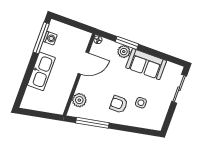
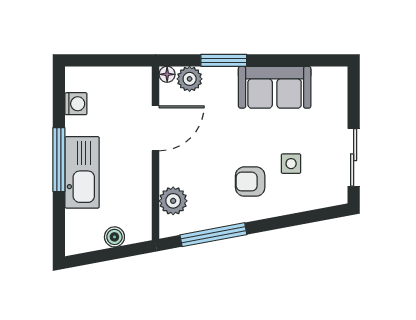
window: (41, 38) -> (59, 160), moved
plant: (124, 52) -> (190, 79), moved
sliding door: (179, 89) -> (354, 157), moved
boiler: (46, 107) -> (114, 237), added

